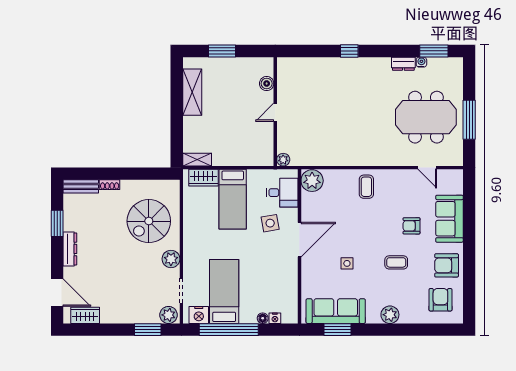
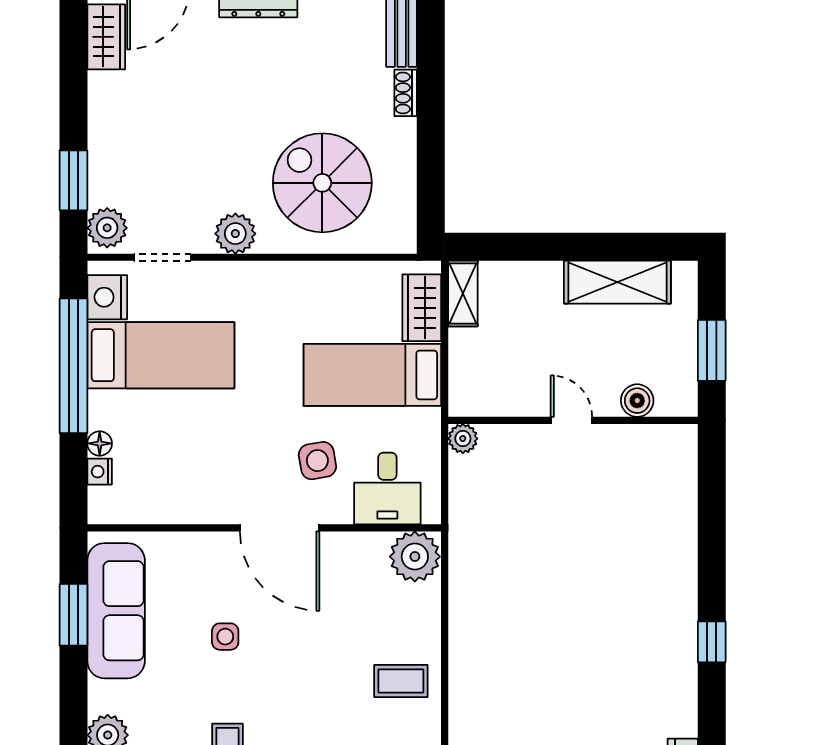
boiler: (267, 84) -> (637, 401), moved
door: (275, 112) -> (571, 420), moved
wall: (275, 112) -> (573, 420), moved
plant: (283, 160) -> (463, 439), moved

